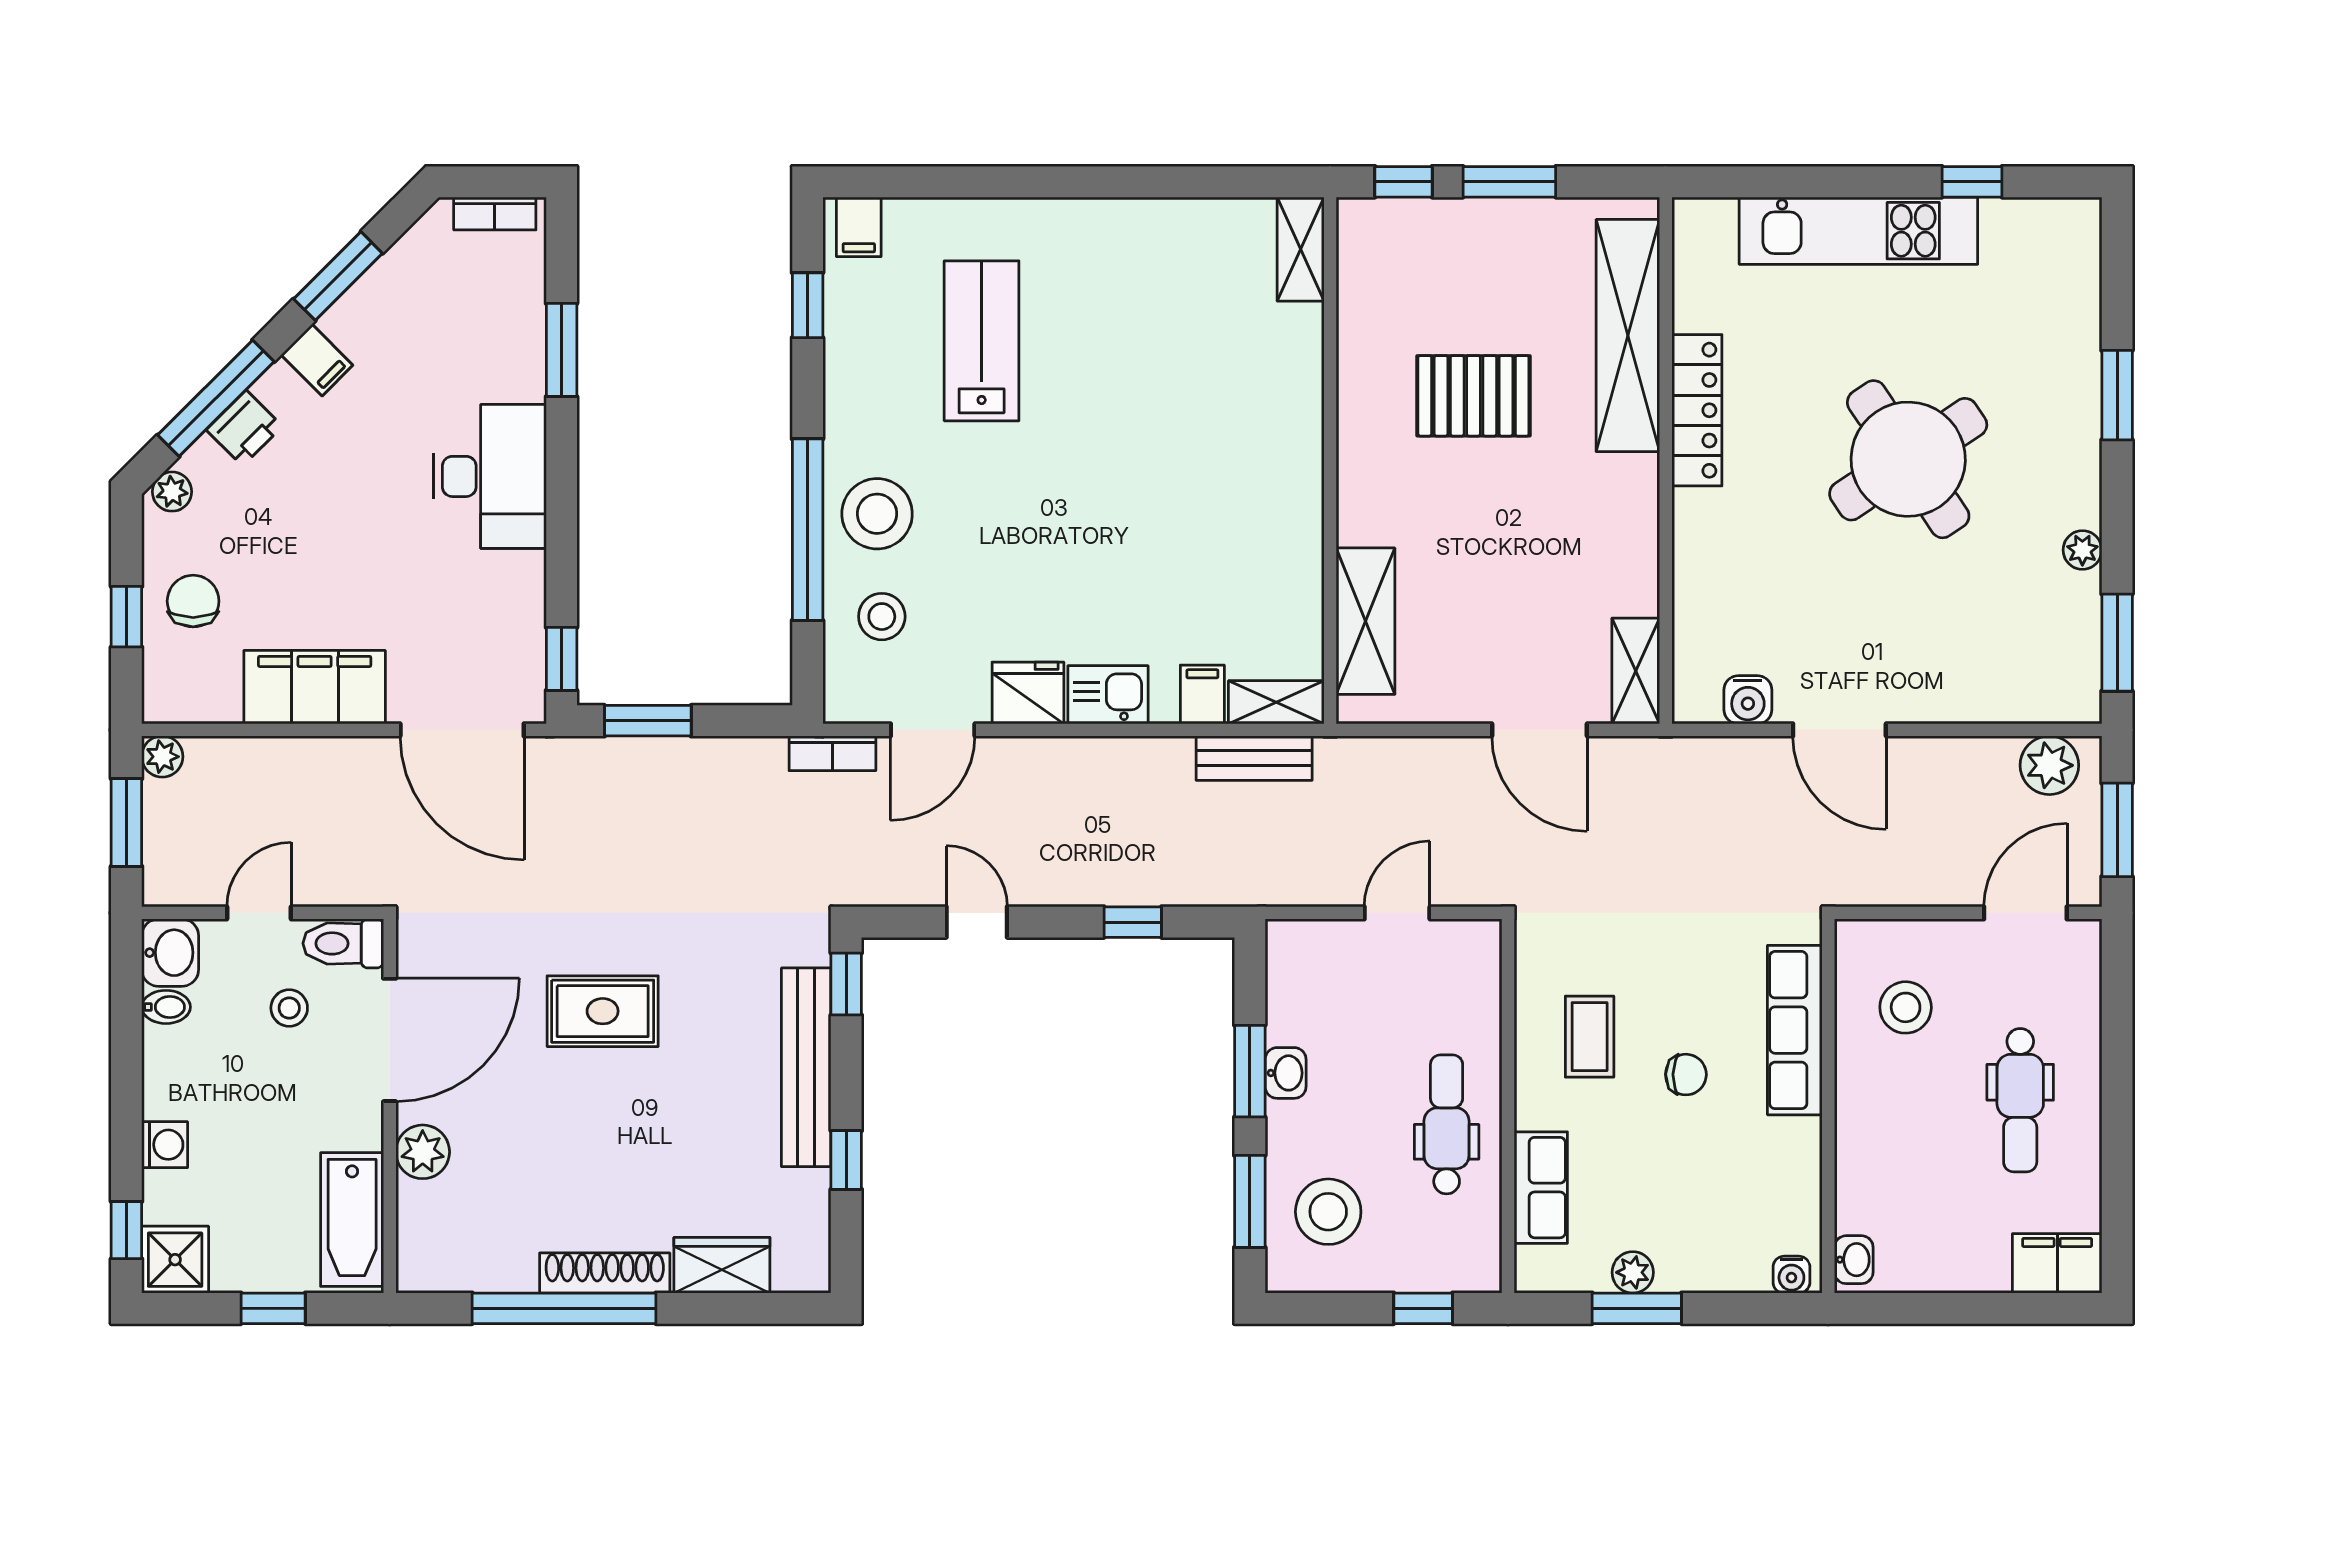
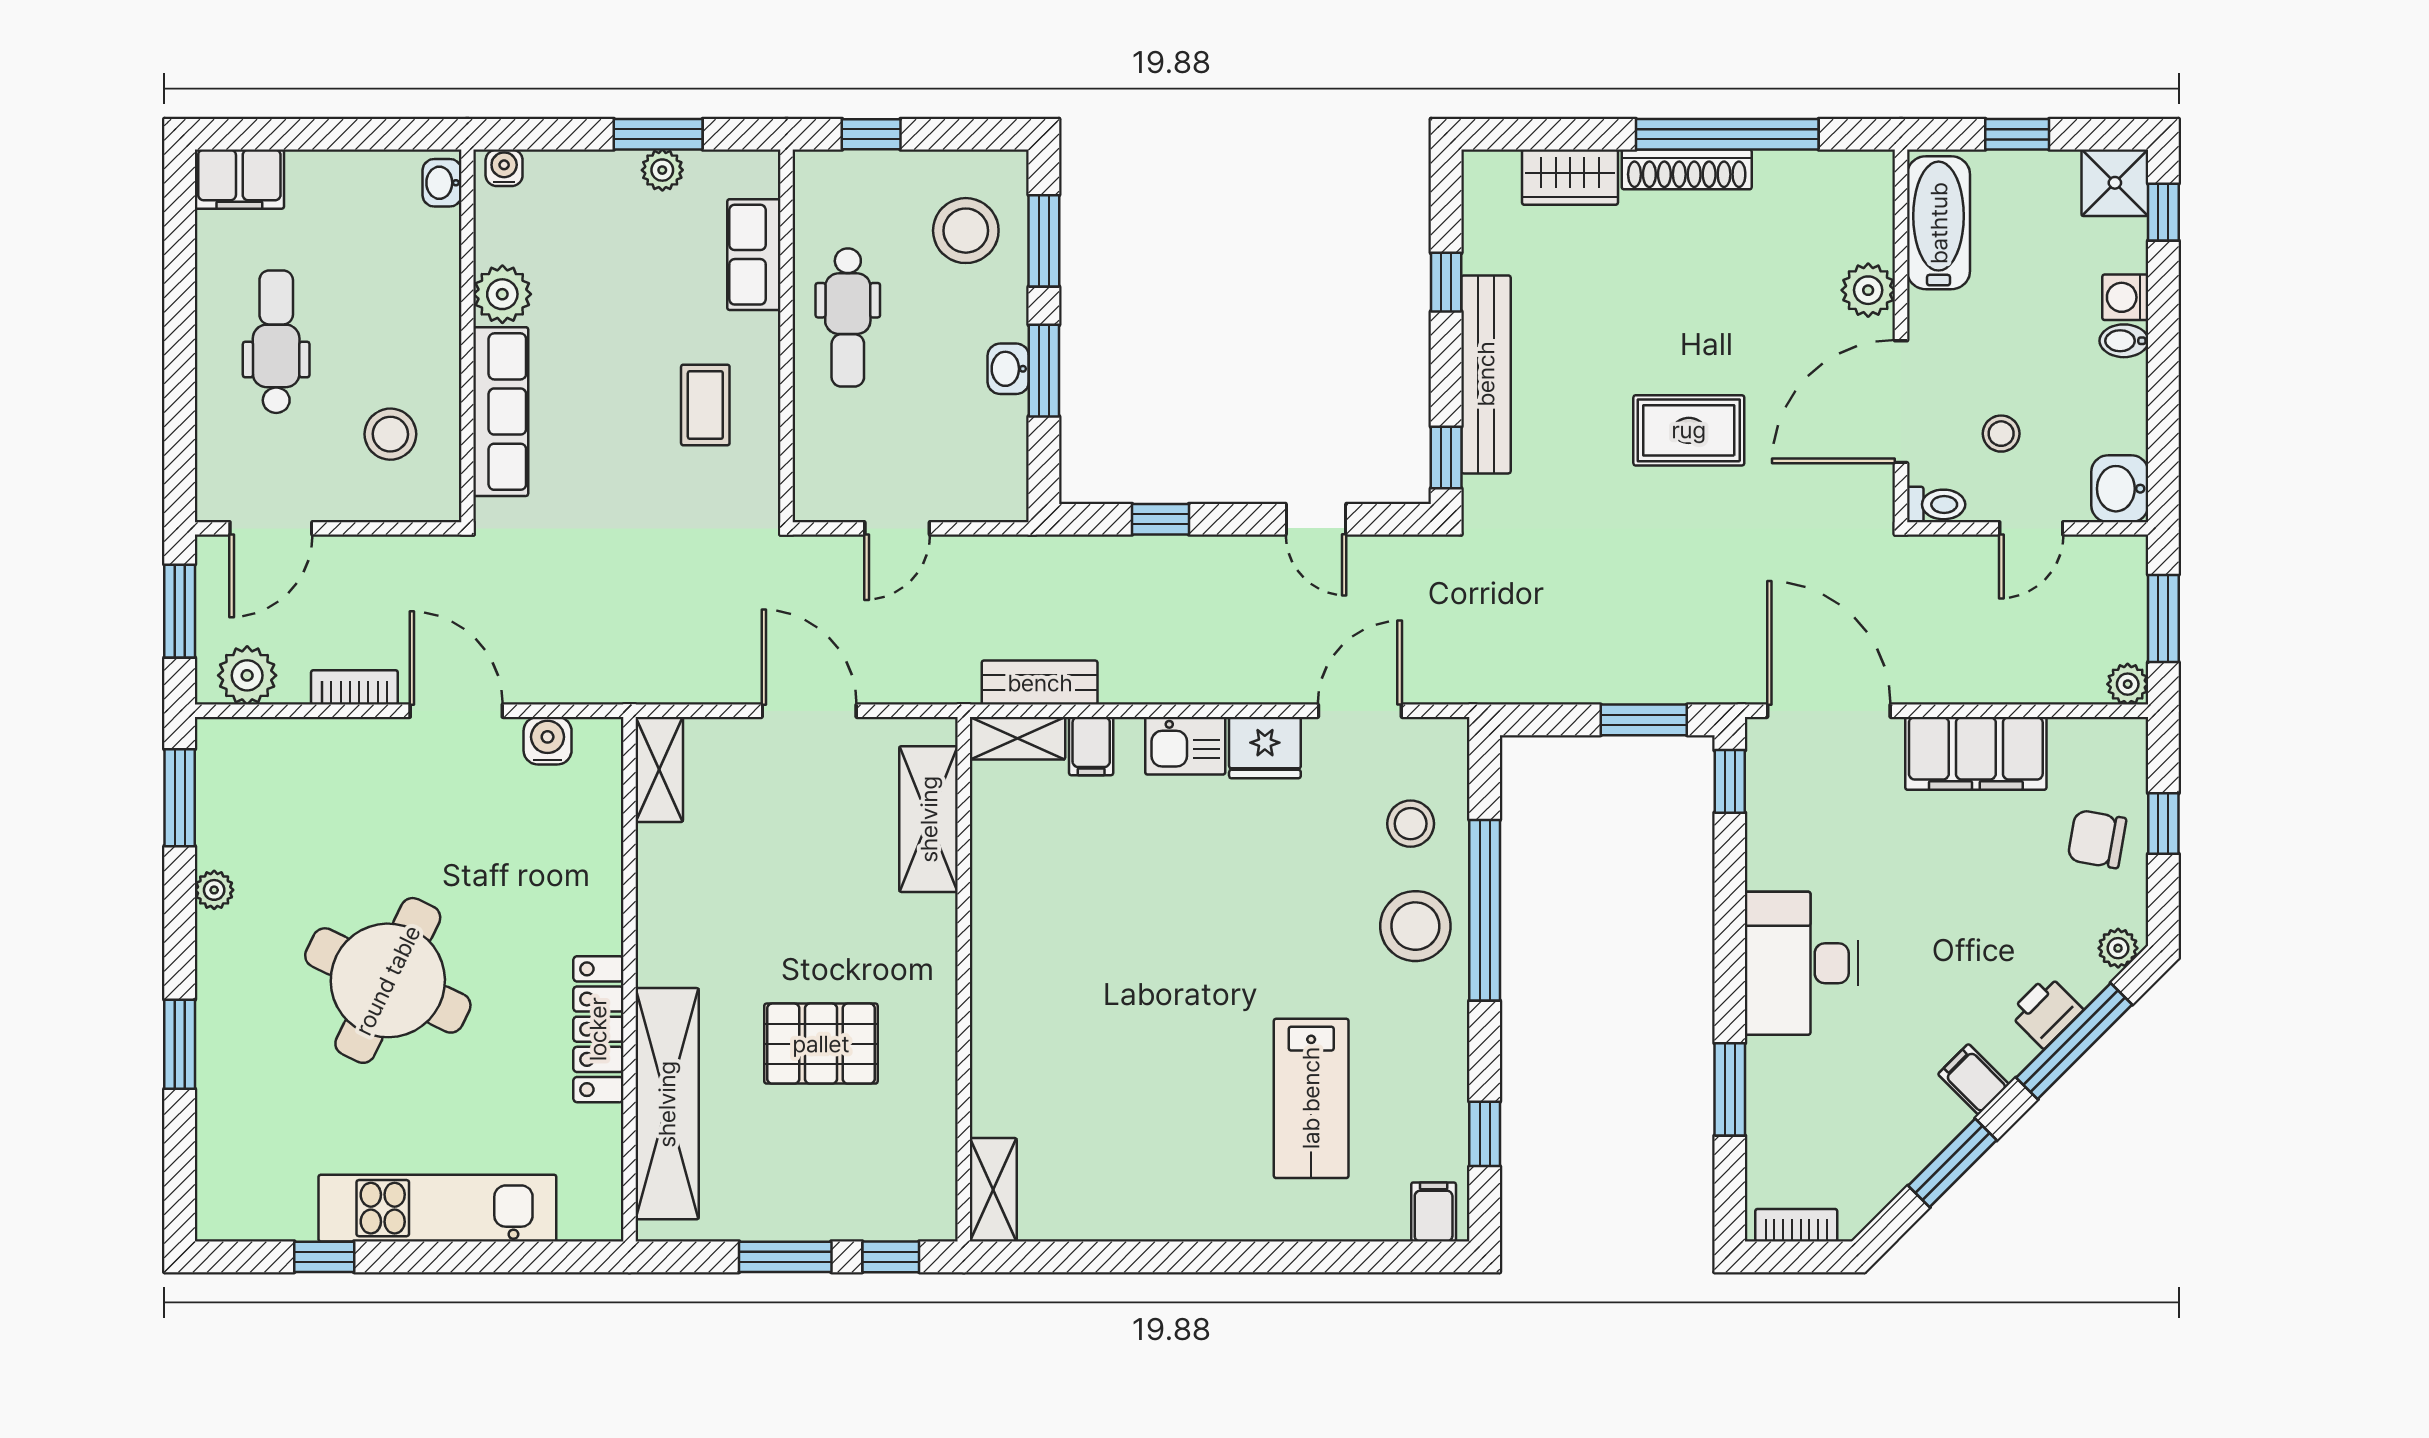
round table: (1908, 459) -> (388, 980), turned -30
chair: (193, 601) -> (2097, 839), turned 100
door: (1540, 730) -> (809, 711), moved
bookcase: (832, 753) -> (354, 687), moved
toilet: (343, 943) -> (1936, 504), width x0.73, depth x0.72
bidet: (166, 1007) -> (2124, 341), moved
chair: (1686, 1075) -> (609, 367), removed
plant: (1793, 1148) -> (502, 294), added

